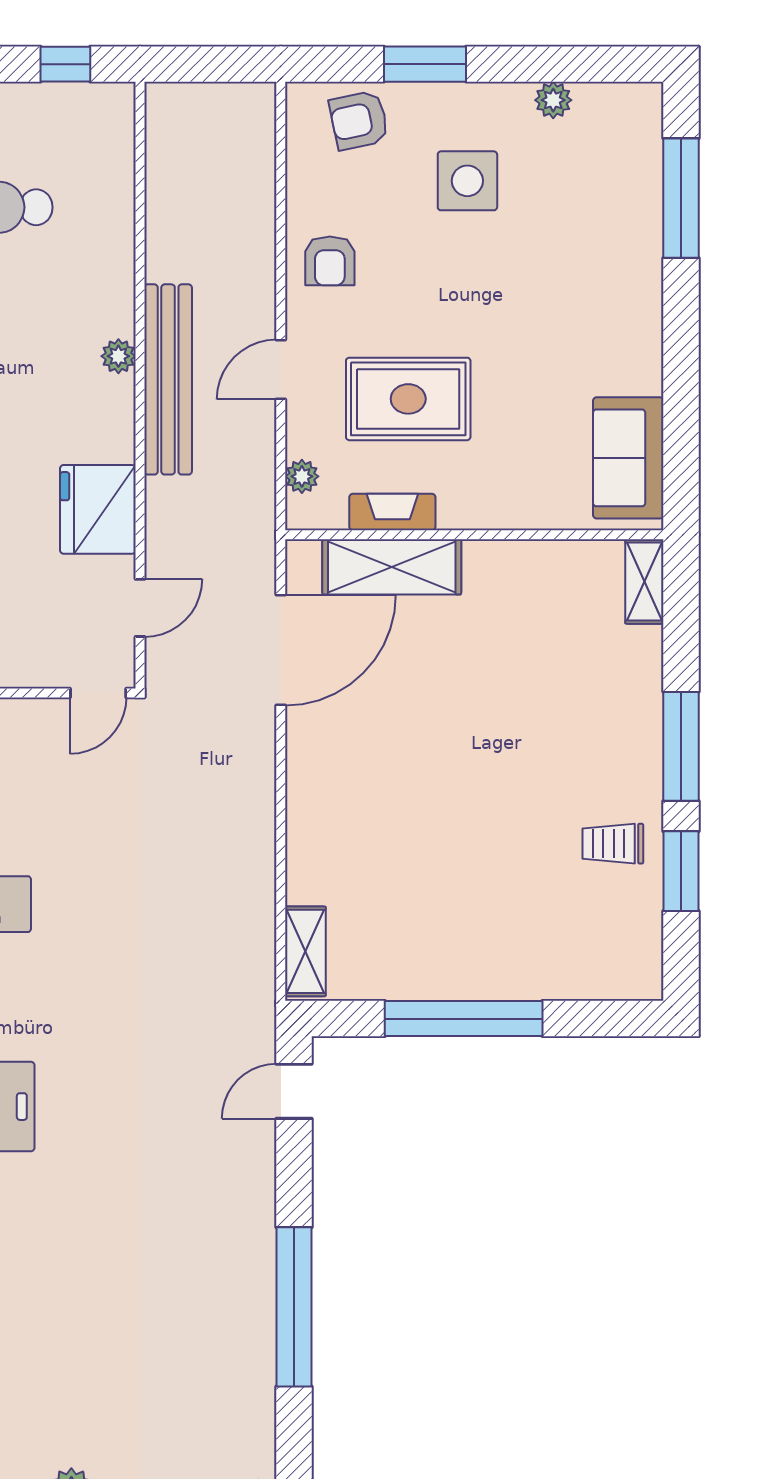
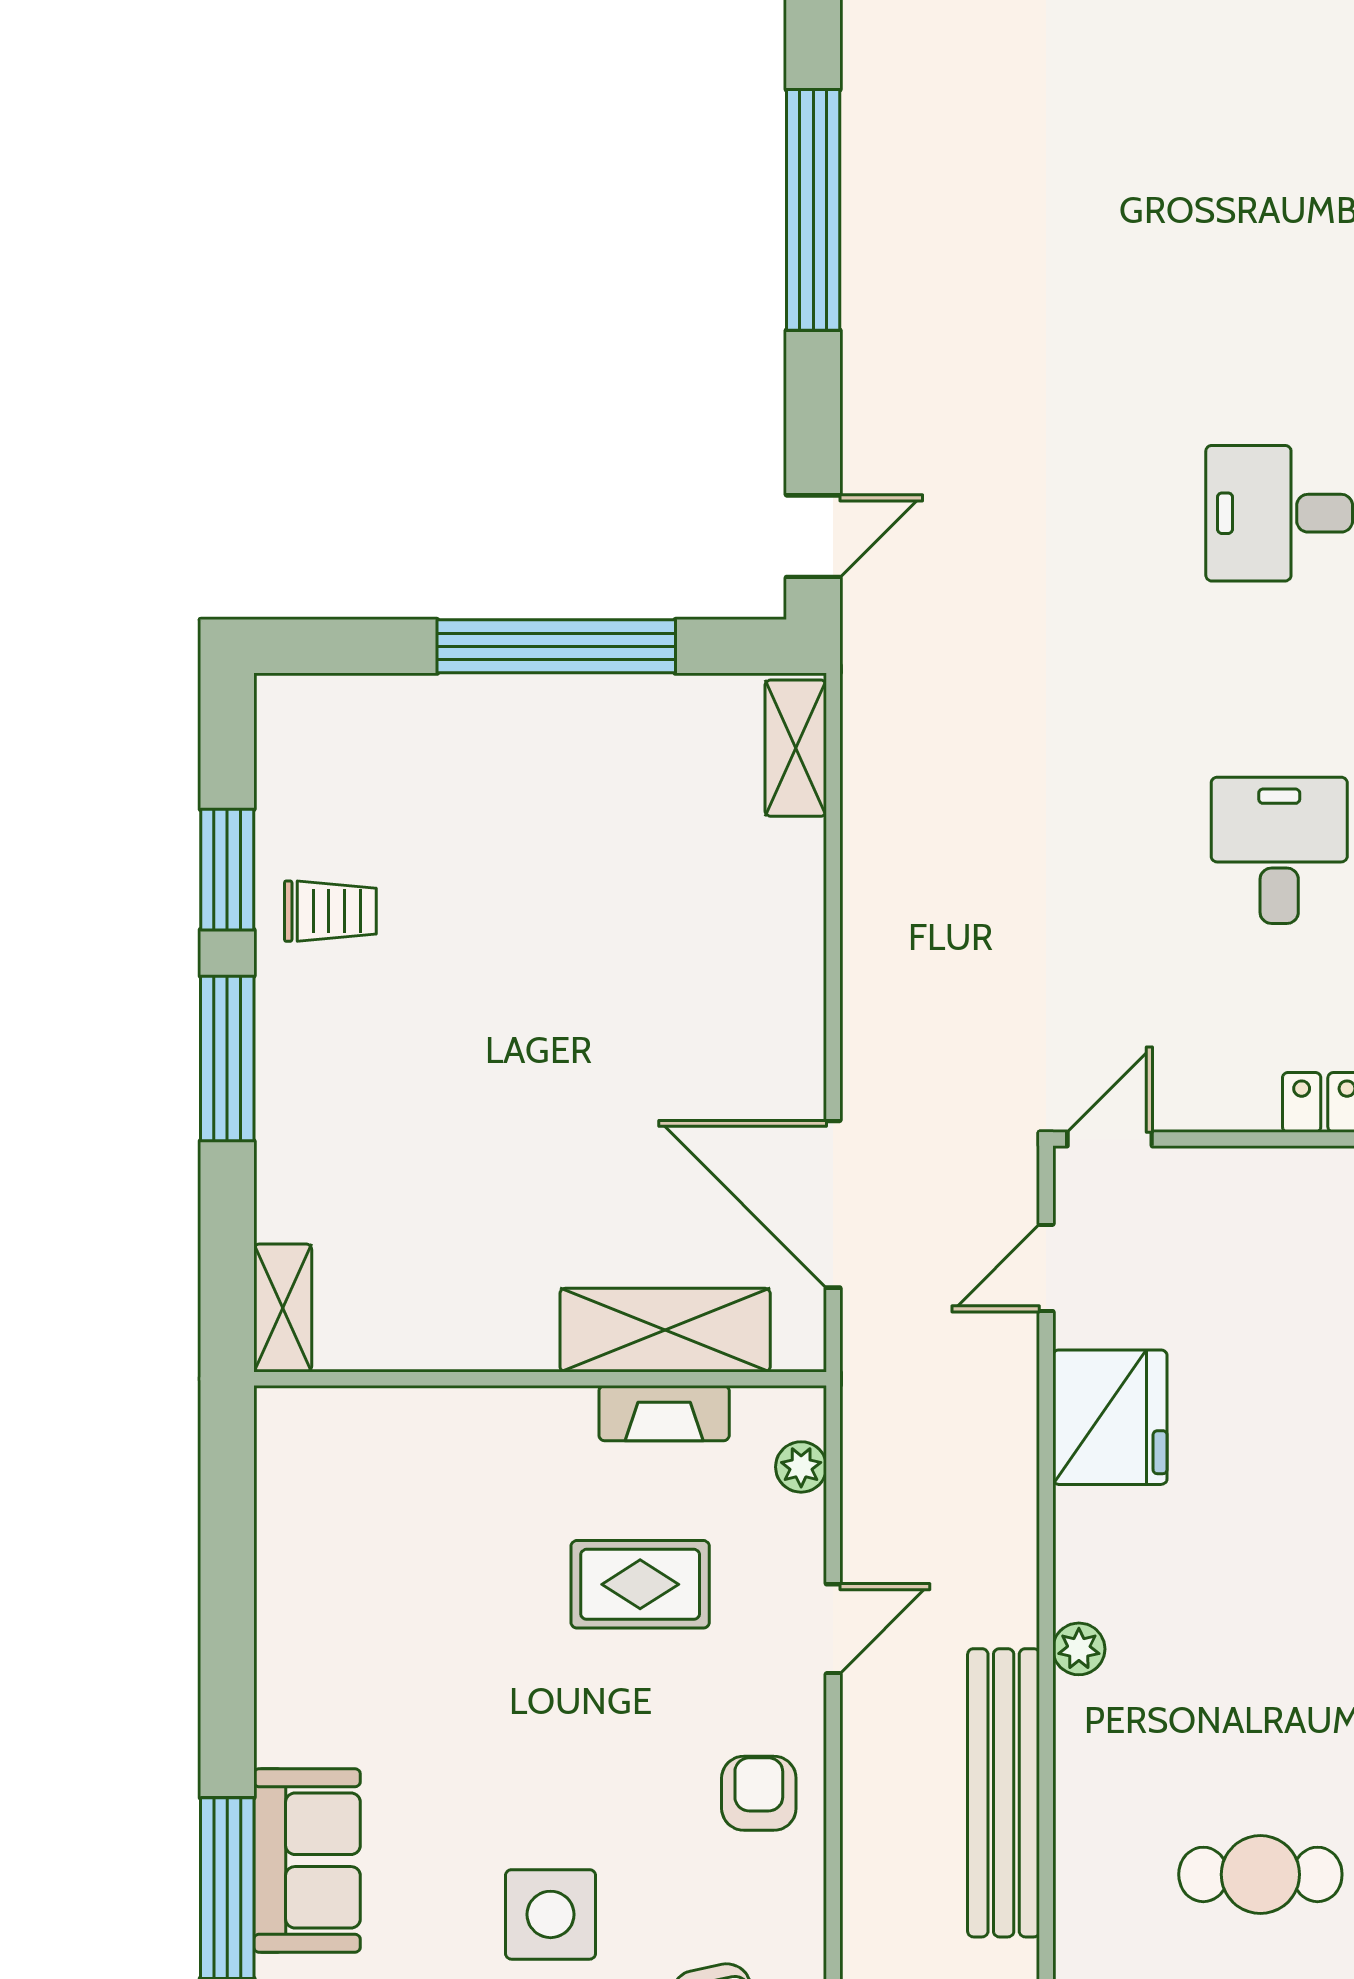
bench: (168, 379) -> (1004, 1793), moved
rug: (408, 399) -> (640, 1584), width x0.73, depth x0.70
sofa: (628, 458) -> (307, 1861), moved
door: (281, 650) -> (833, 1204), hinge flipped

